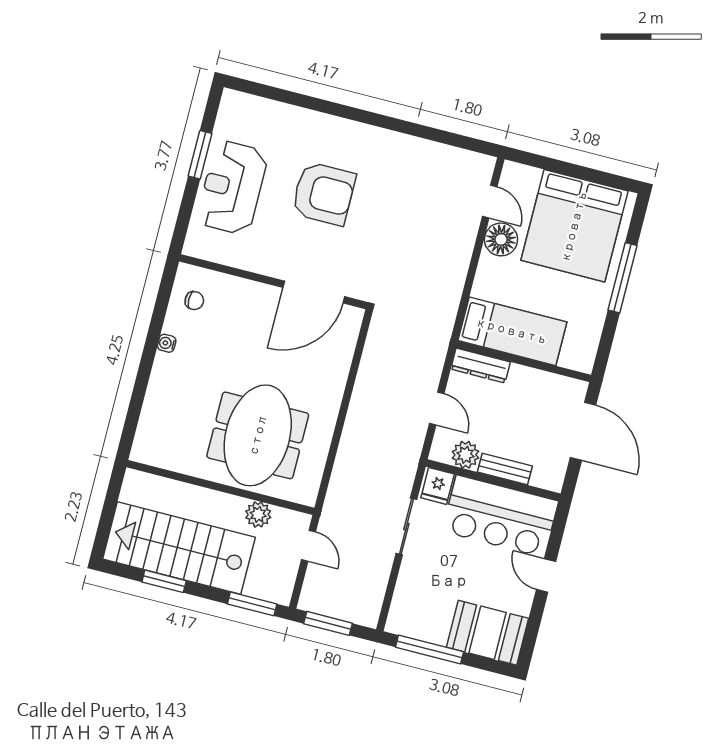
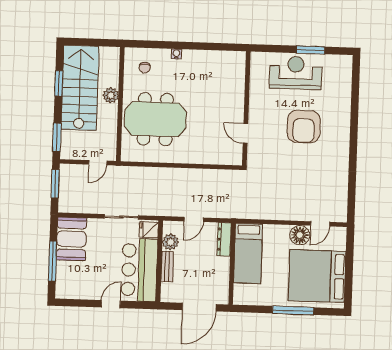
door: (314, 292) -> (245, 133), width x0.53
chair: (194, 301) -> (145, 68), moved
water cooler: (167, 343) -> (176, 54), moved
plant: (258, 514) -> (111, 95), moved
booth: (487, 633) -> (71, 239), moved
window: (430, 649) -> (53, 261), moved

